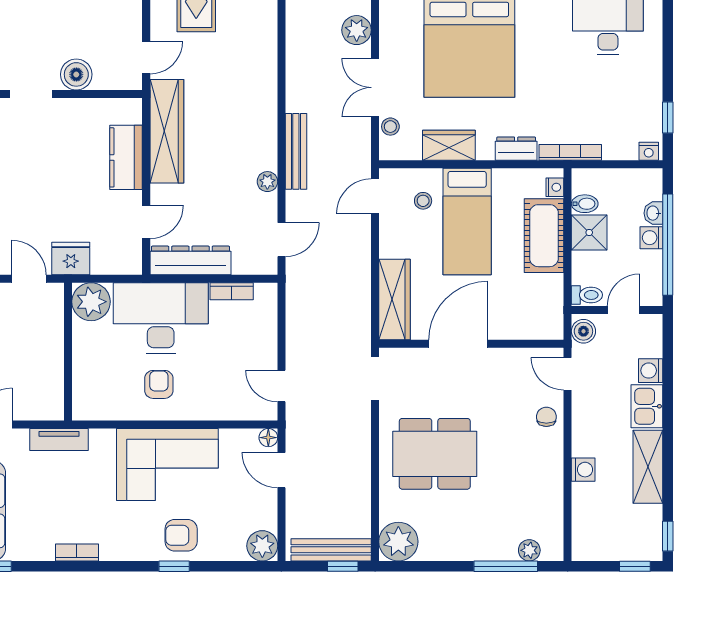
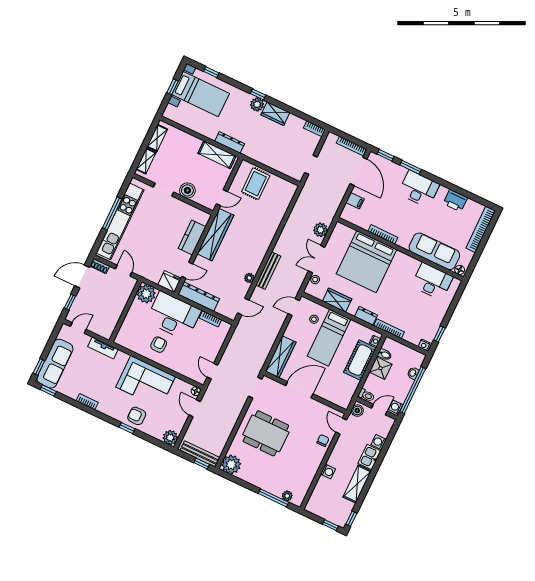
washing machine: (651, 238) -> (396, 407), moved
fridge: (71, 259) -> (169, 282), moved

